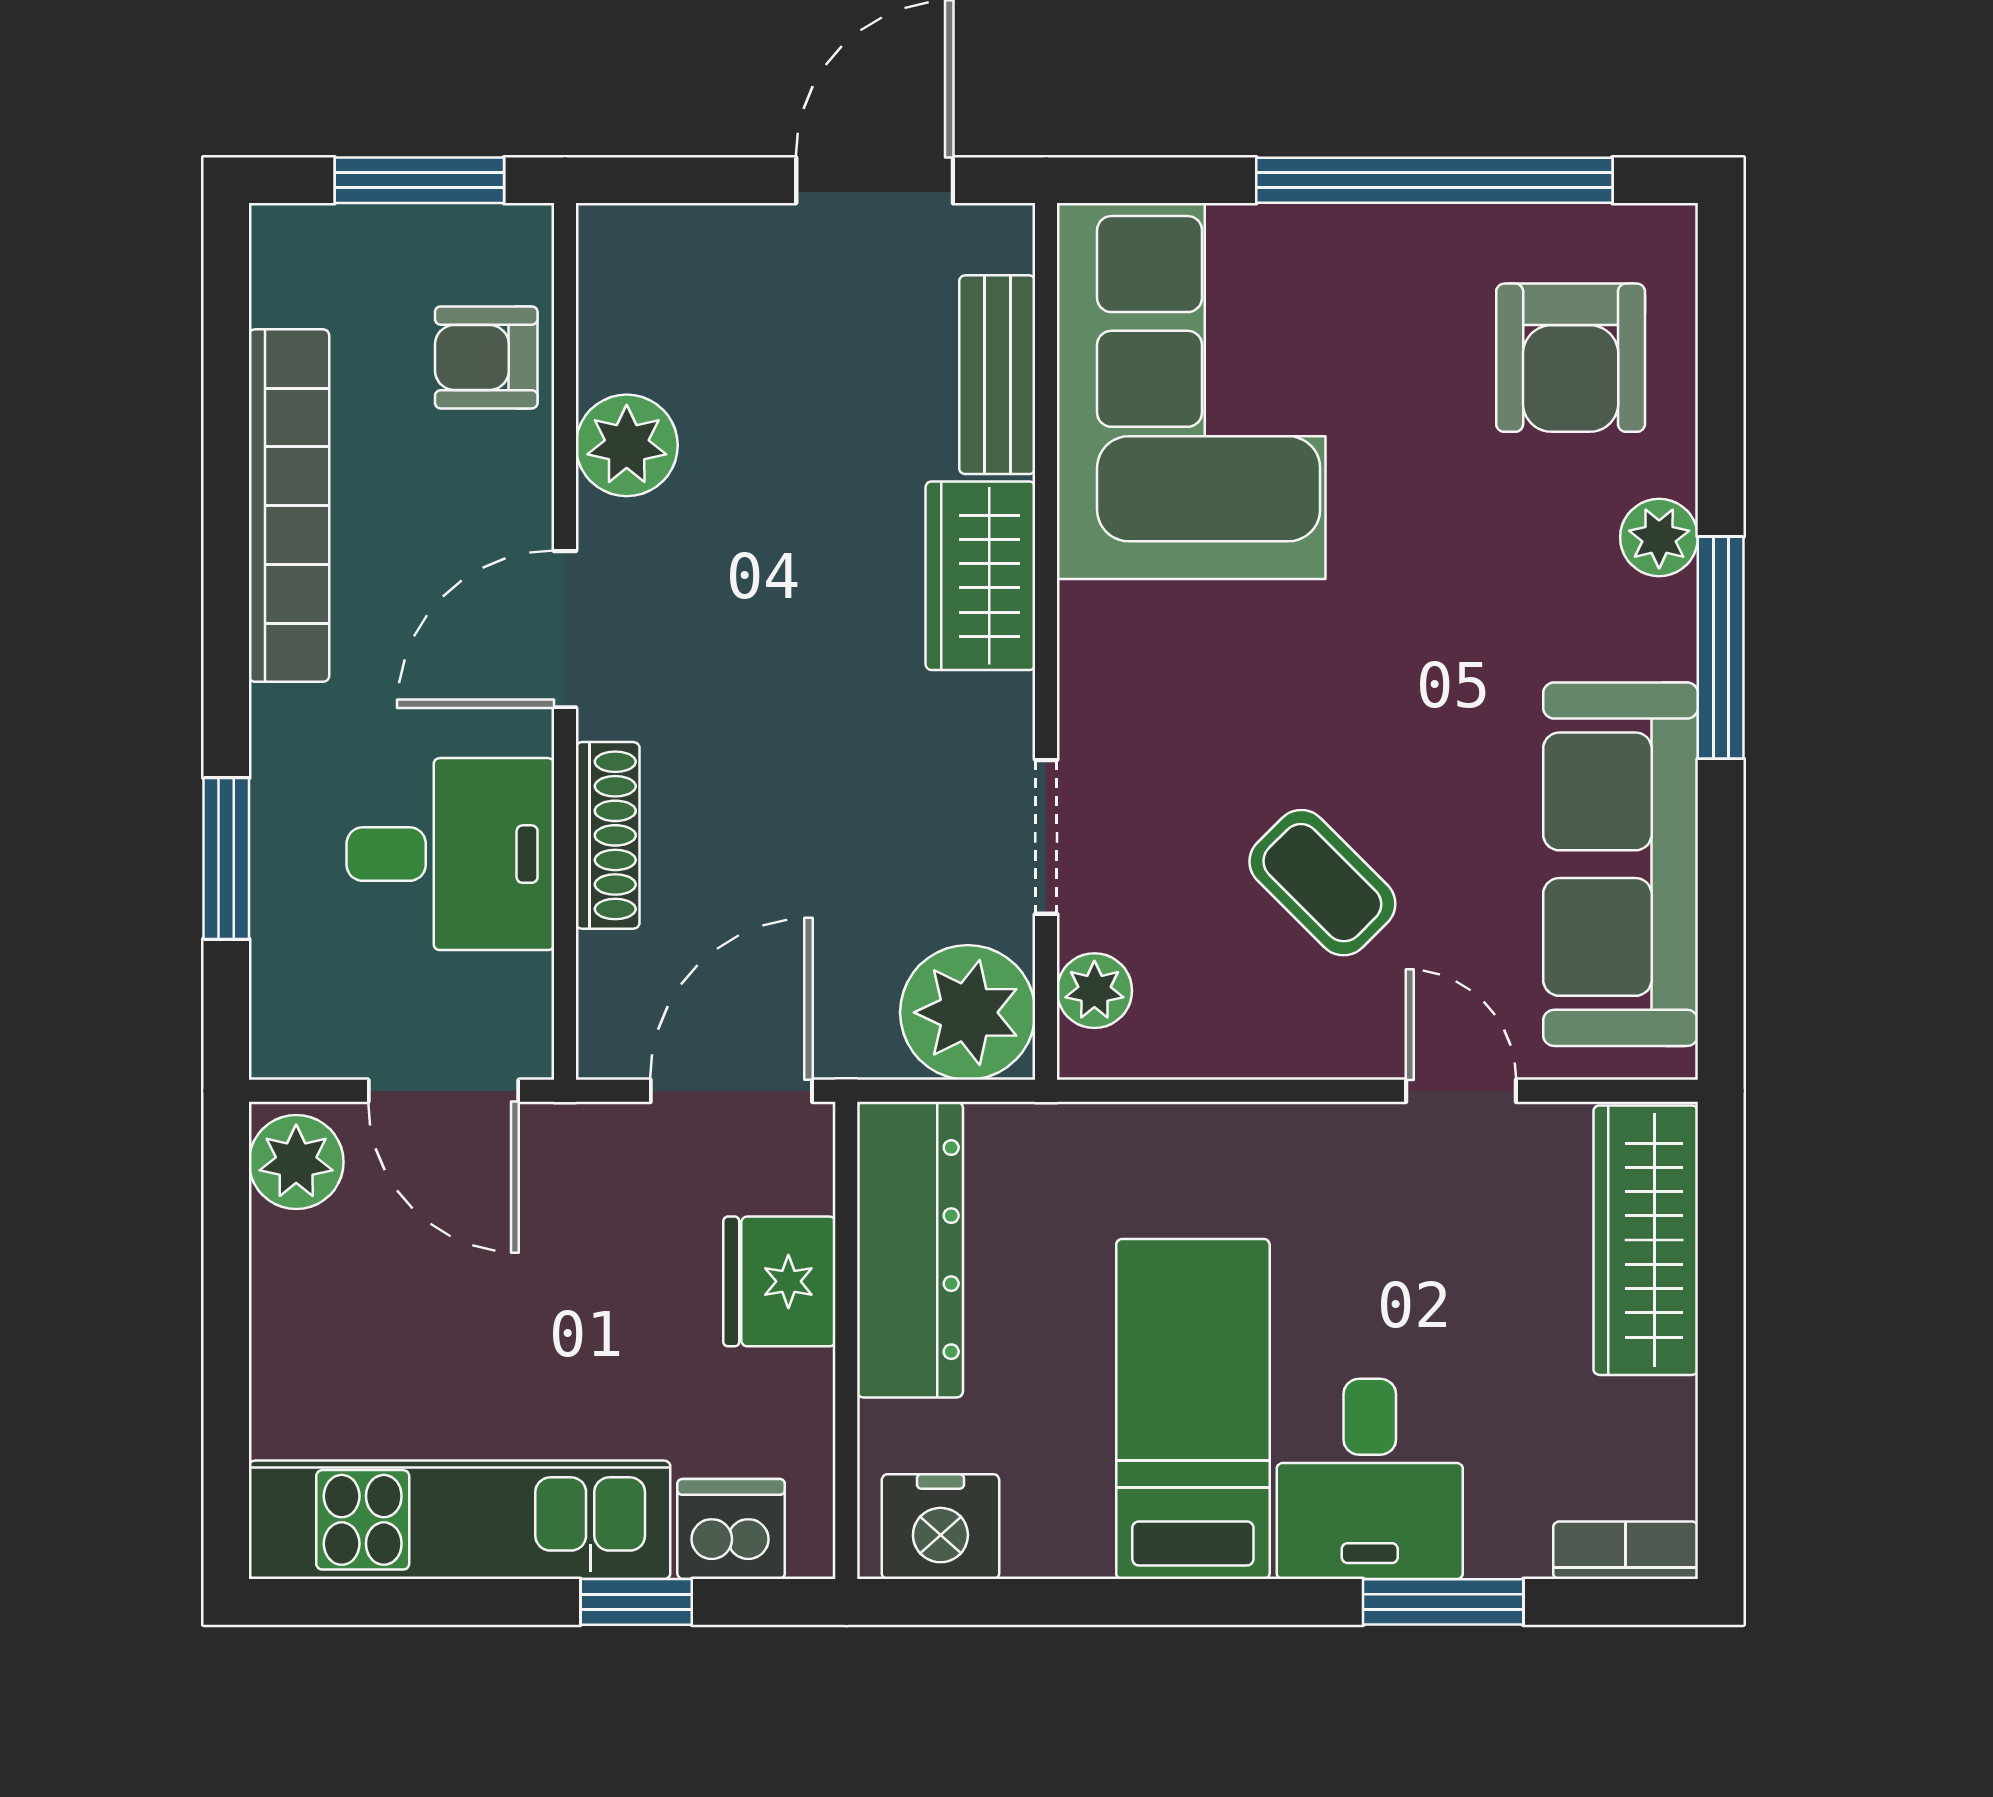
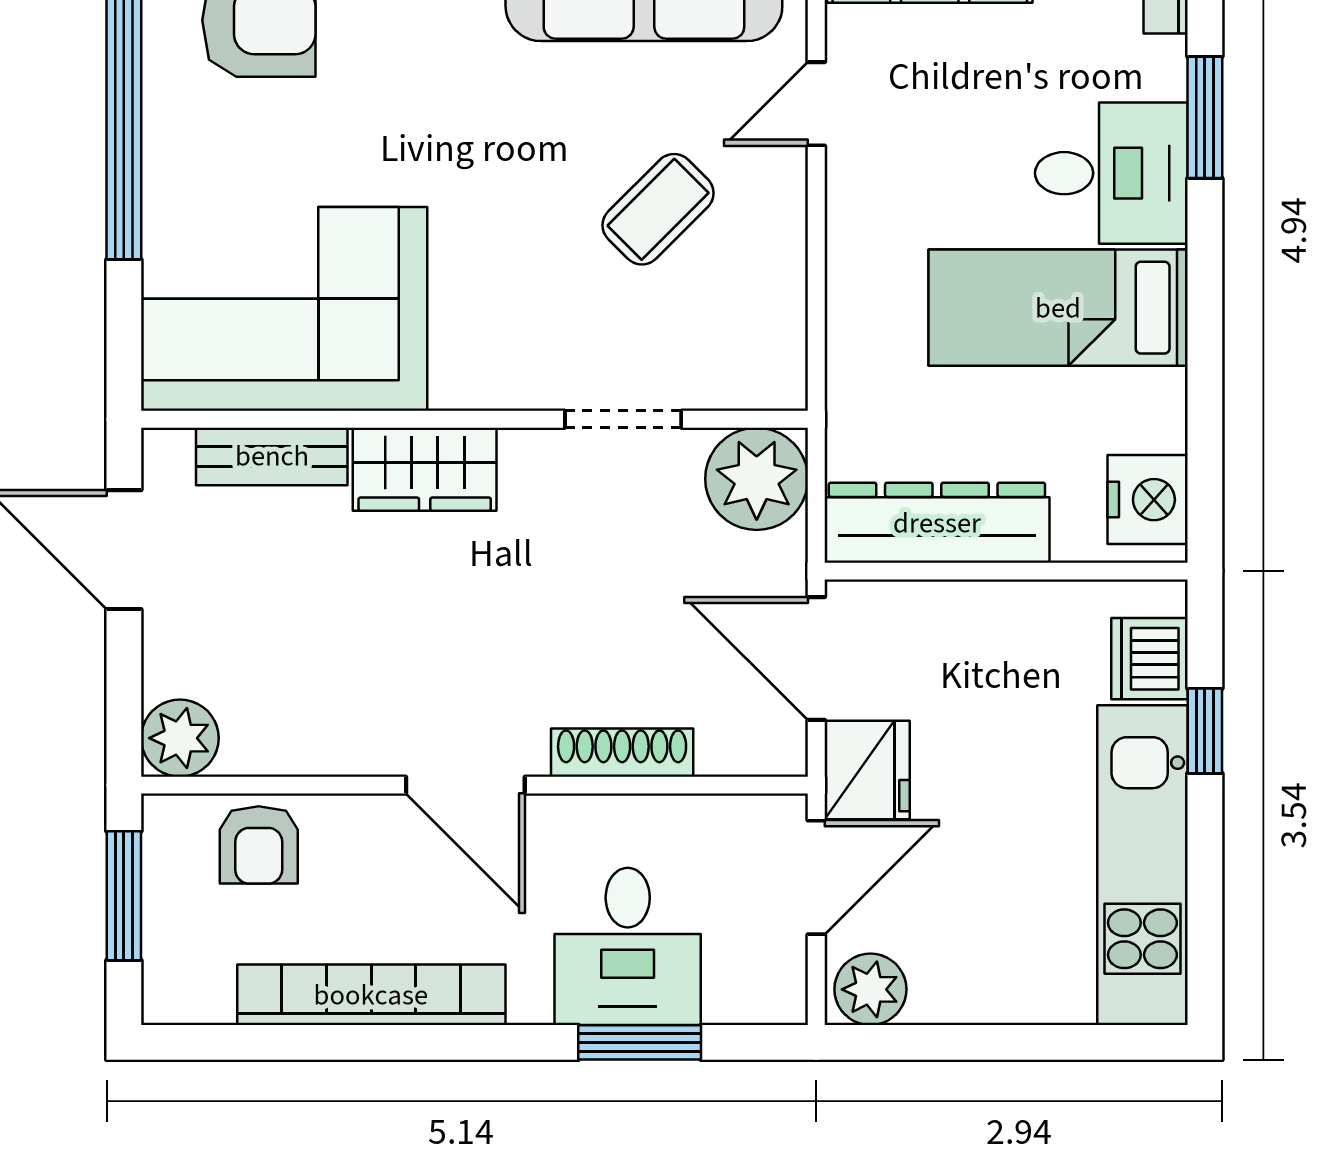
plant: (627, 445) -> (180, 738), moved
desk: (450, 854) -> (628, 946), moved, turned 180
plant: (1094, 991) -> (740, 382), removed
fridge: (779, 1281) -> (867, 770), moved, turned -90

